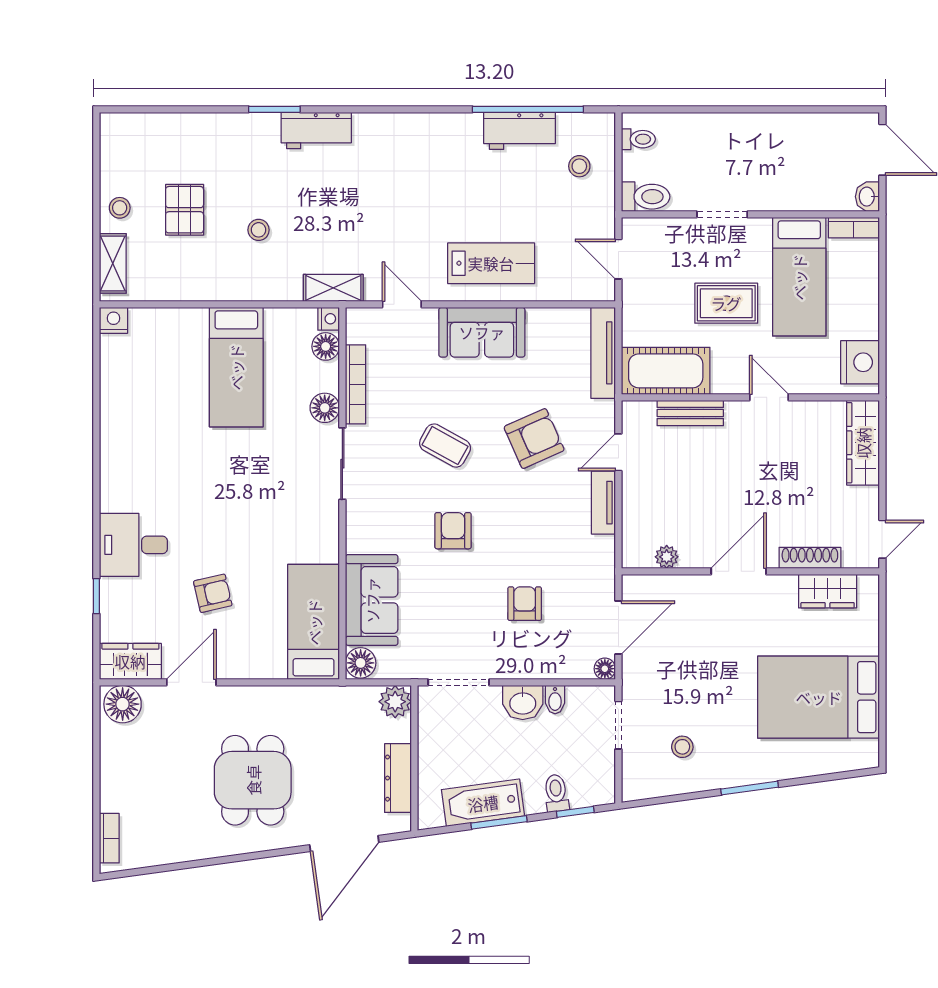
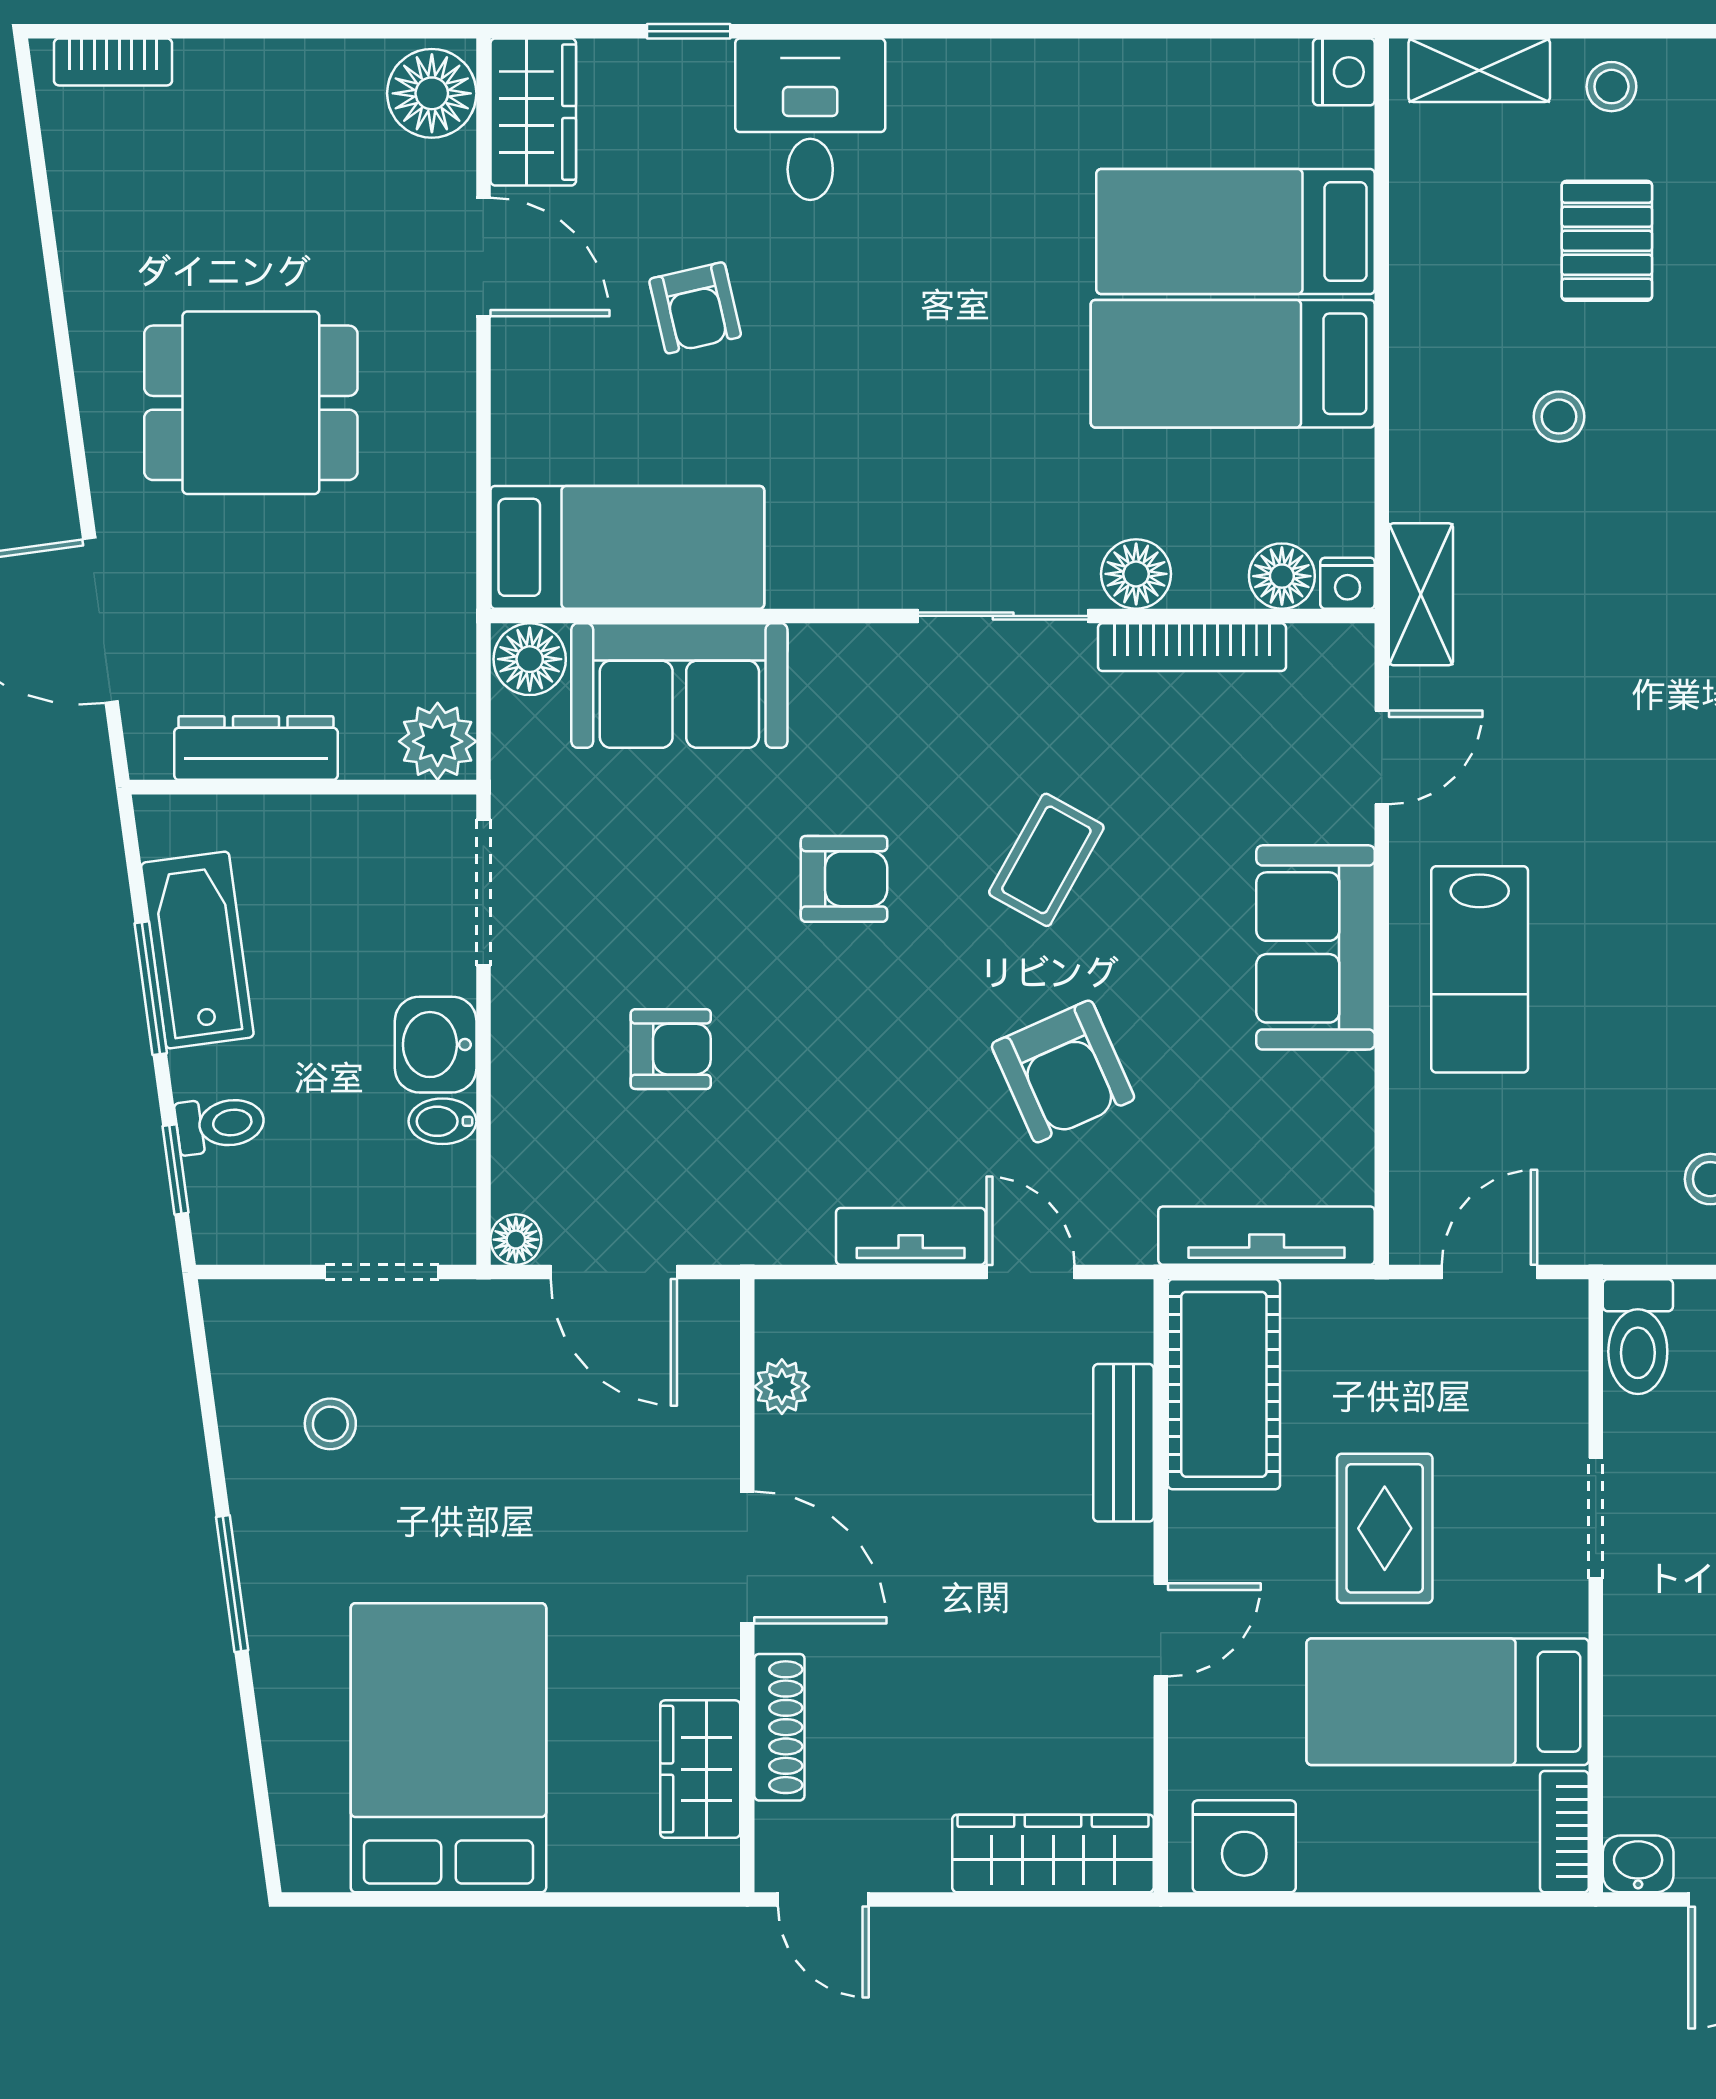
pallet: (185, 210) -> (1607, 241), turned 90
bed: (181, 366) -> (1236, 232), added

